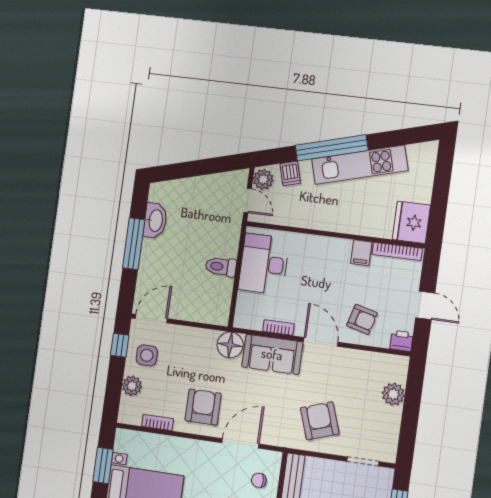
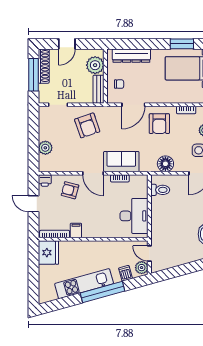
toilet: (221, 267) -> (160, 190), moved
floor lamp: (230, 345) -> (165, 164), moved

